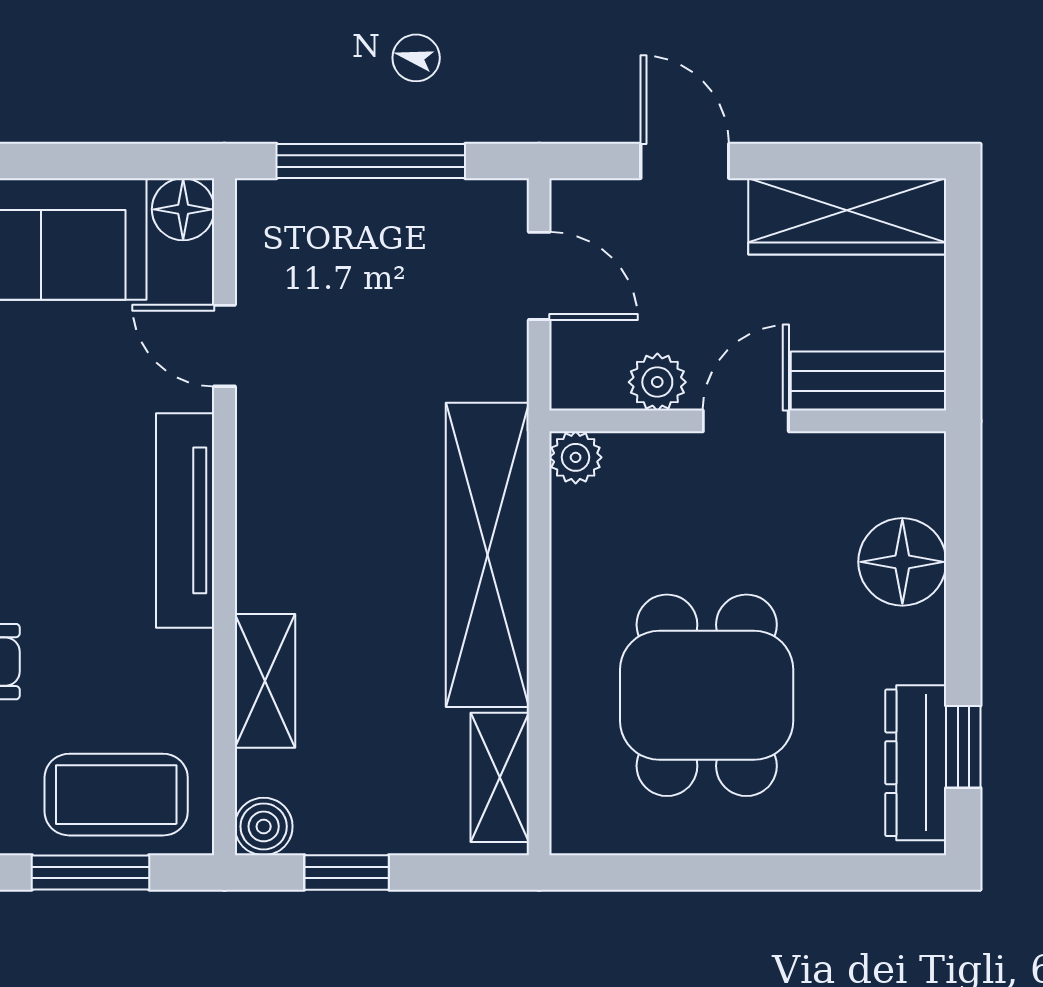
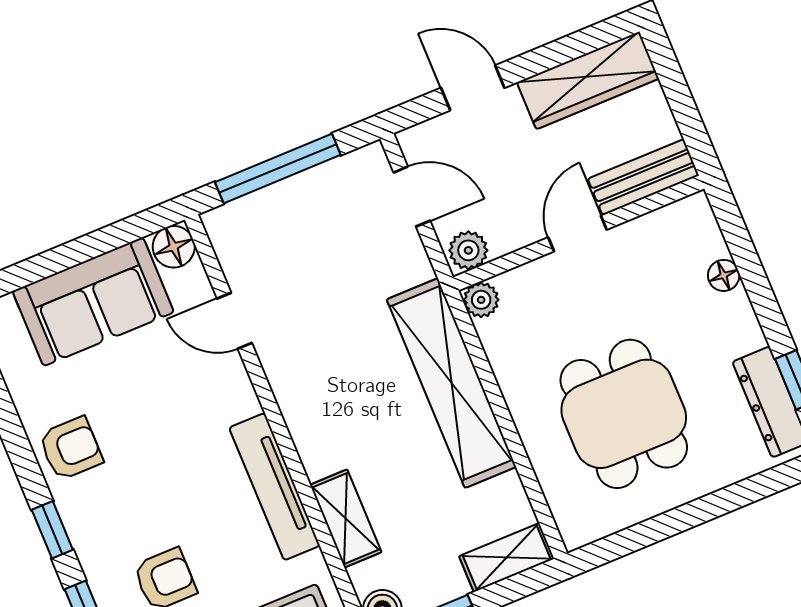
plant: (657, 382) -> (468, 250), moved
tv unit: (185, 520) -> (275, 487), moved
floor lamp: (902, 562) -> (724, 275), width x0.53, depth x0.53
shelving: (500, 777) -> (507, 557), moved, turned 90

